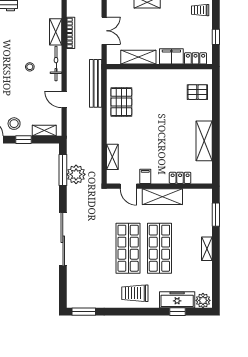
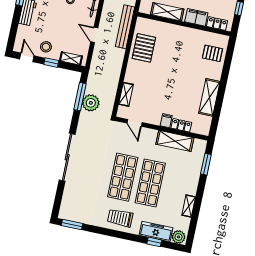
filing cabinet: (145, 176) -> (166, 121), moved
shelving: (162, 197) -> (175, 141), moved
shelving: (207, 249) -> (189, 206), moved

